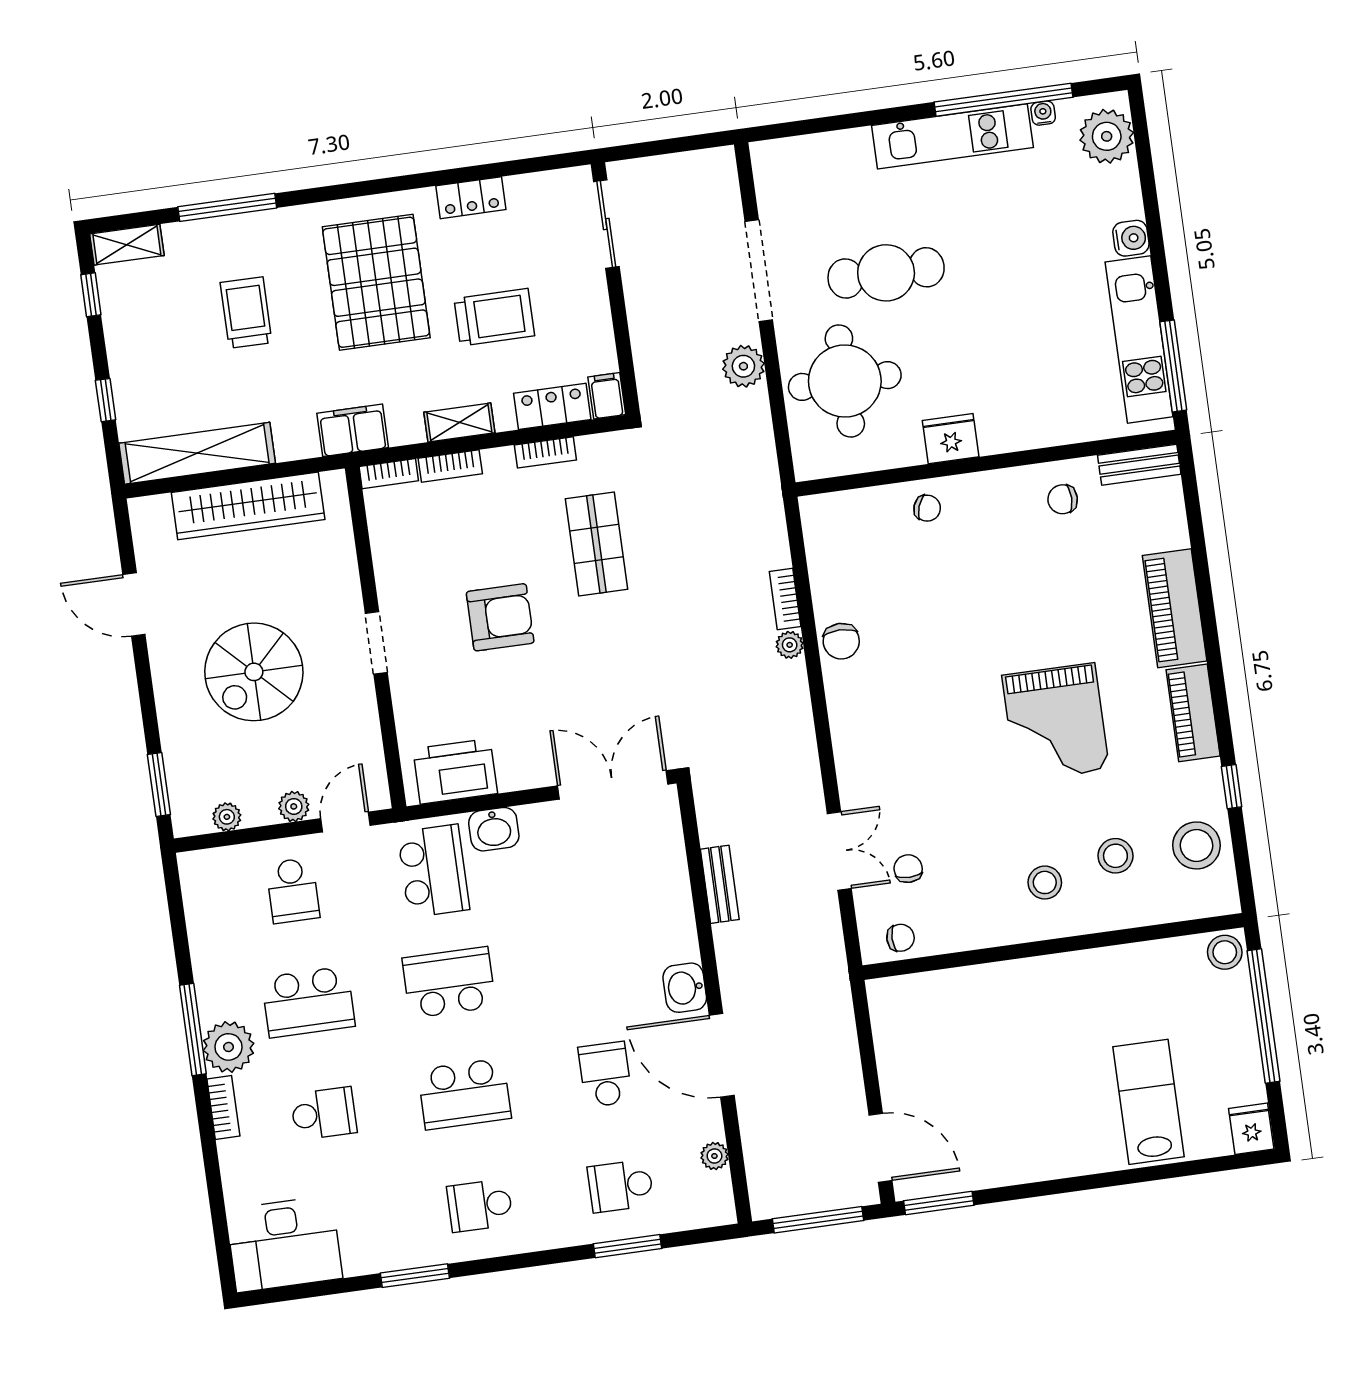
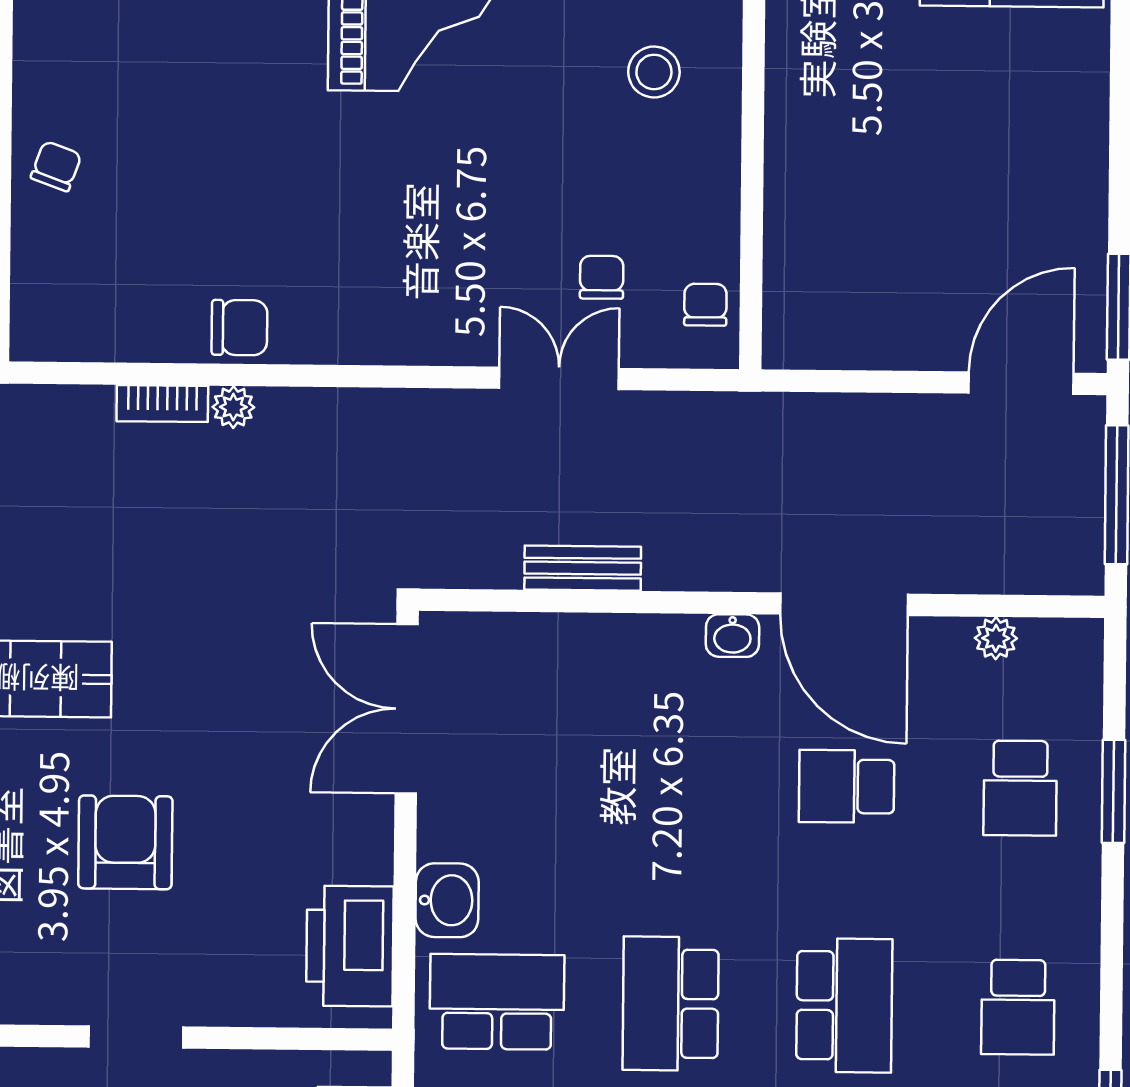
chair: (908, 869) -> (602, 277), turned 90
washbasin: (685, 988) -> (732, 636), width x0.72, depth x0.69
door: (722, 1055) -> (844, 604), hinge flipped

